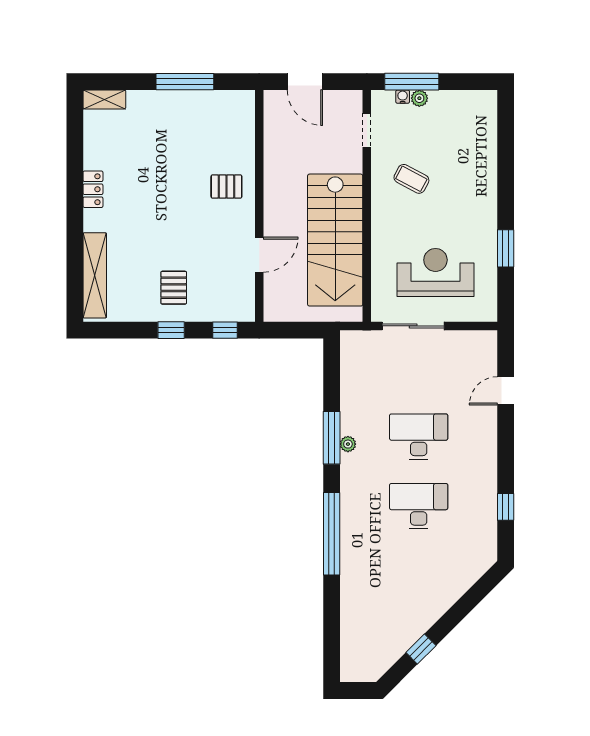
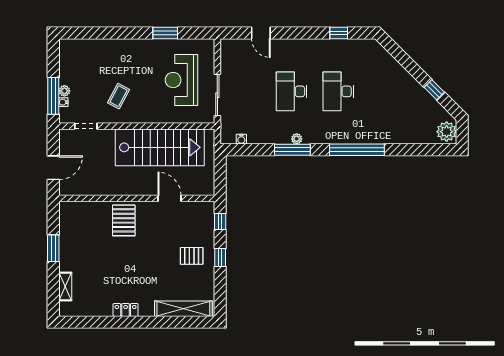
window: (185, 82) -> (53, 248), width x0.69
shelving: (104, 99) -> (65, 286), moved
pallet: (226, 186) -> (124, 220), width x1.50, depth x1.42
water cooler: (347, 362) -> (241, 139), added
plant: (359, 667) -> (447, 132), added

